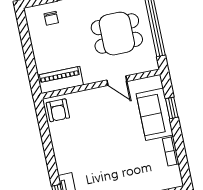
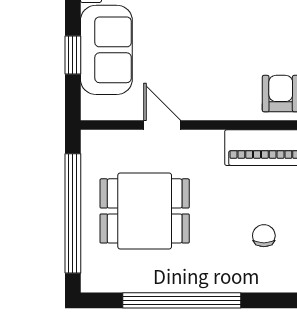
chair: (51, 18) -> (264, 236), moved

